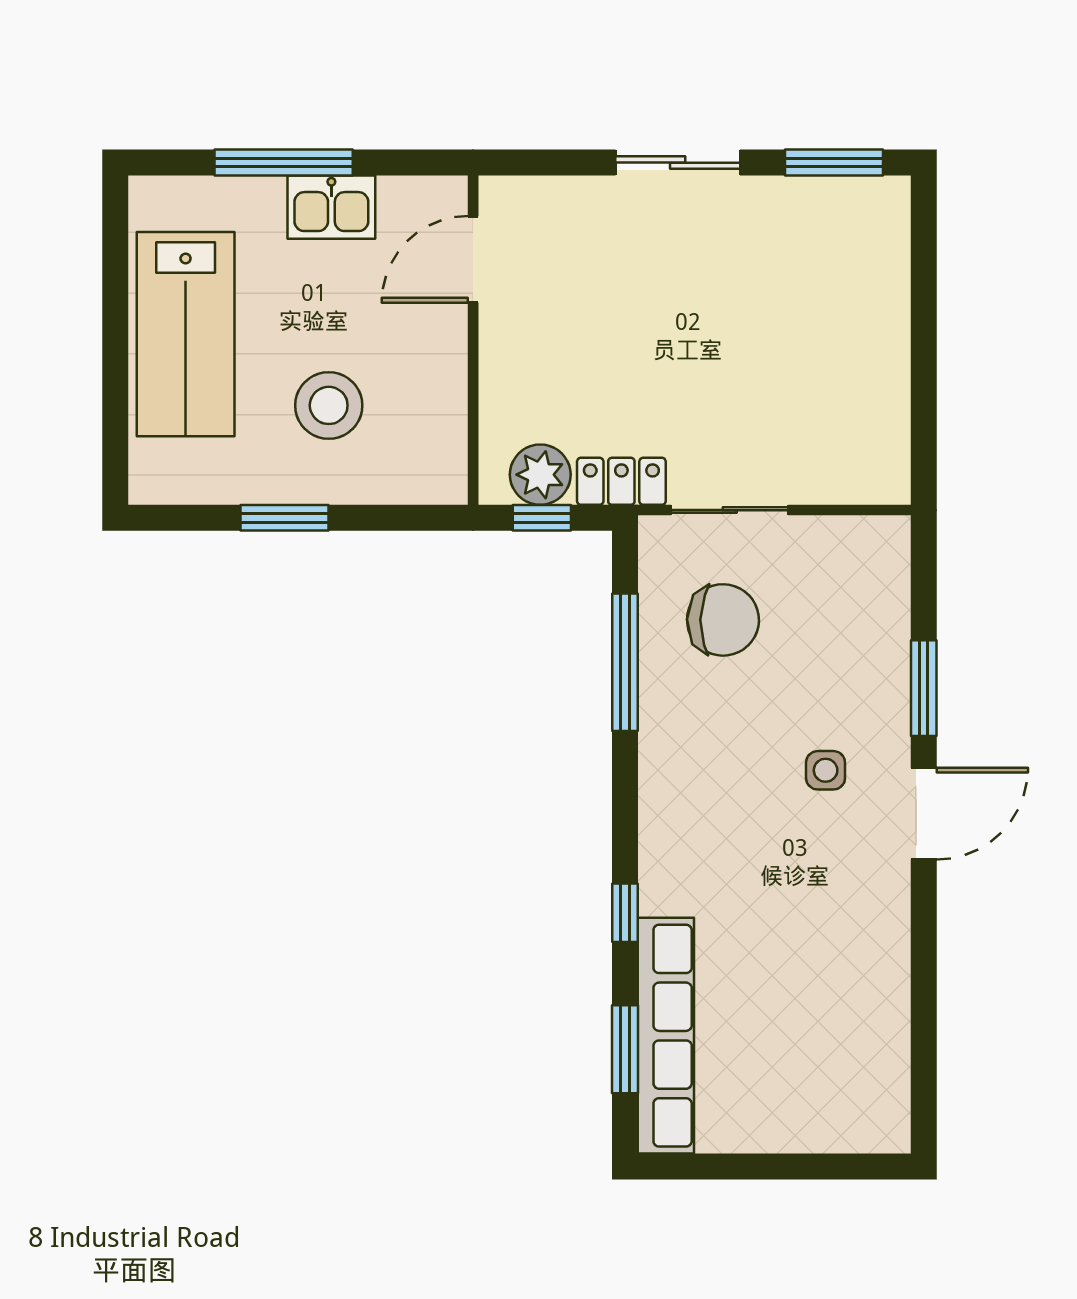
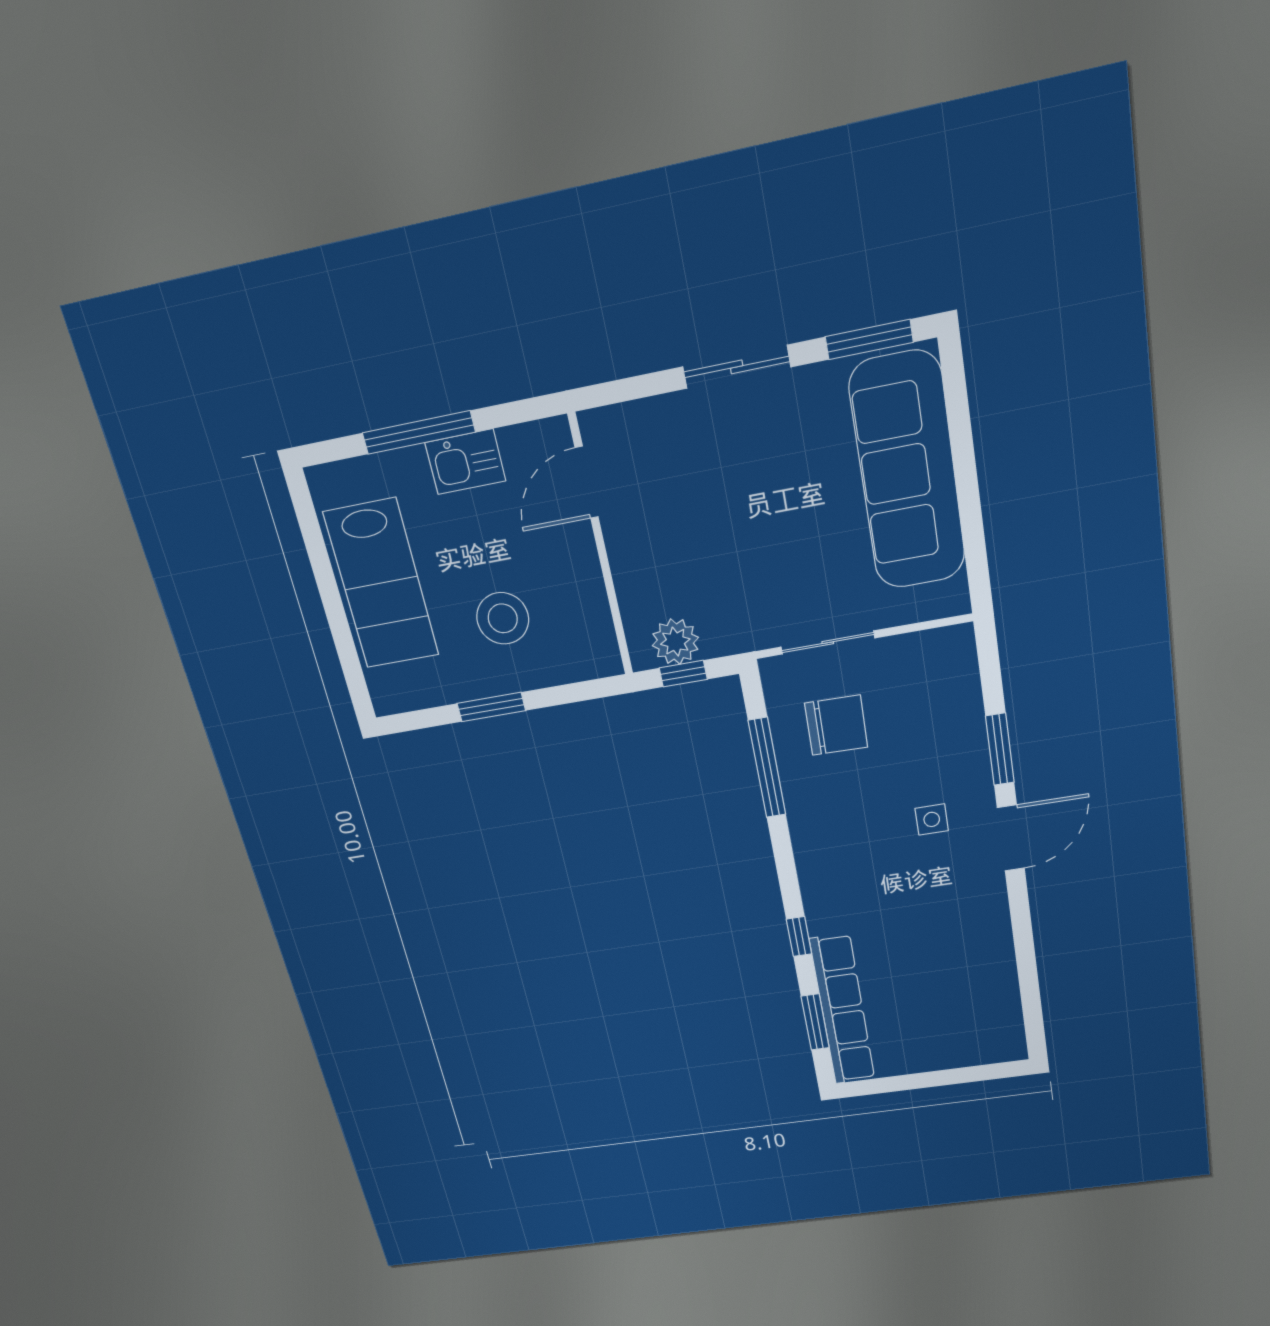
sofa: (857, 320) -> (908, 472), added
locker: (621, 481) -> (739, 636), removed

